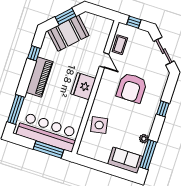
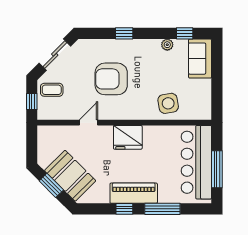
coffee table: (120, 45) -> (52, 90), moved
window: (34, 53) -> (124, 209), moved
armchair: (132, 88) -> (111, 79), turned 180
window: (16, 109) -> (162, 209), moved
window: (48, 150) -> (217, 169), moved
window: (148, 155) -> (185, 33), width x0.46

